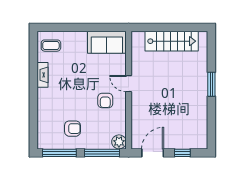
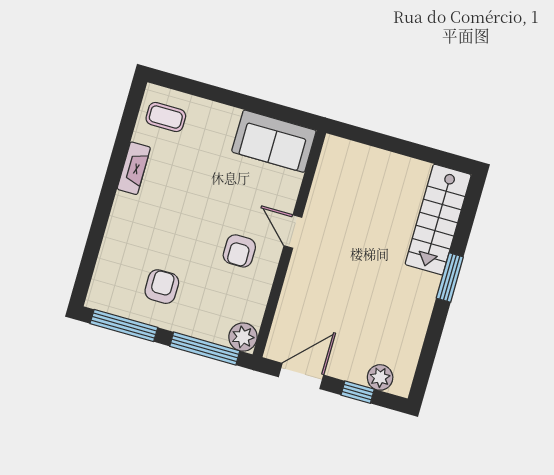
stairs: (172, 41) -> (438, 220), moved, turned 90
armchair: (72, 129) -> (162, 287), turned -90
plant: (191, 143) -> (380, 377), added

